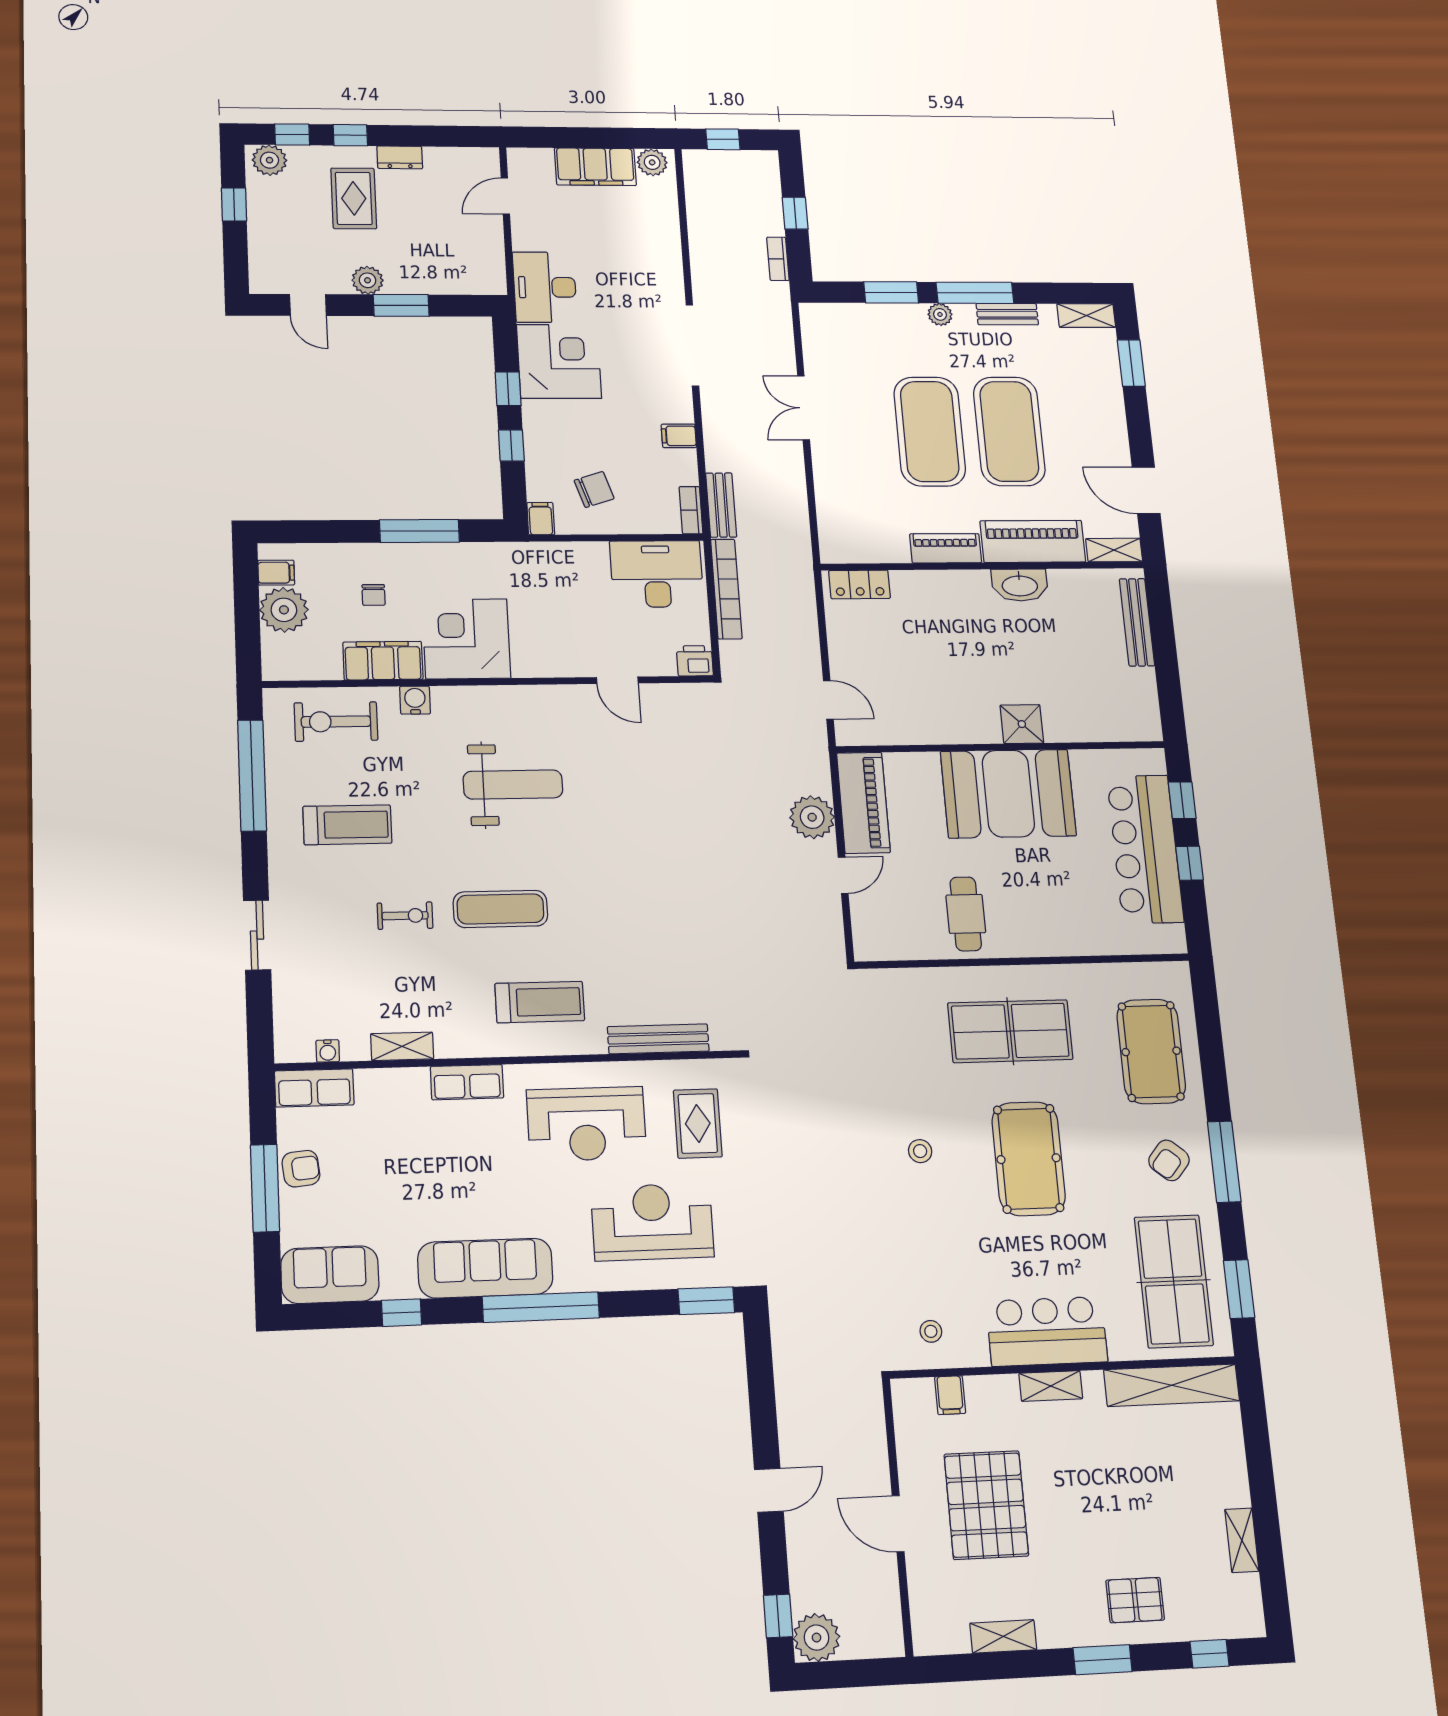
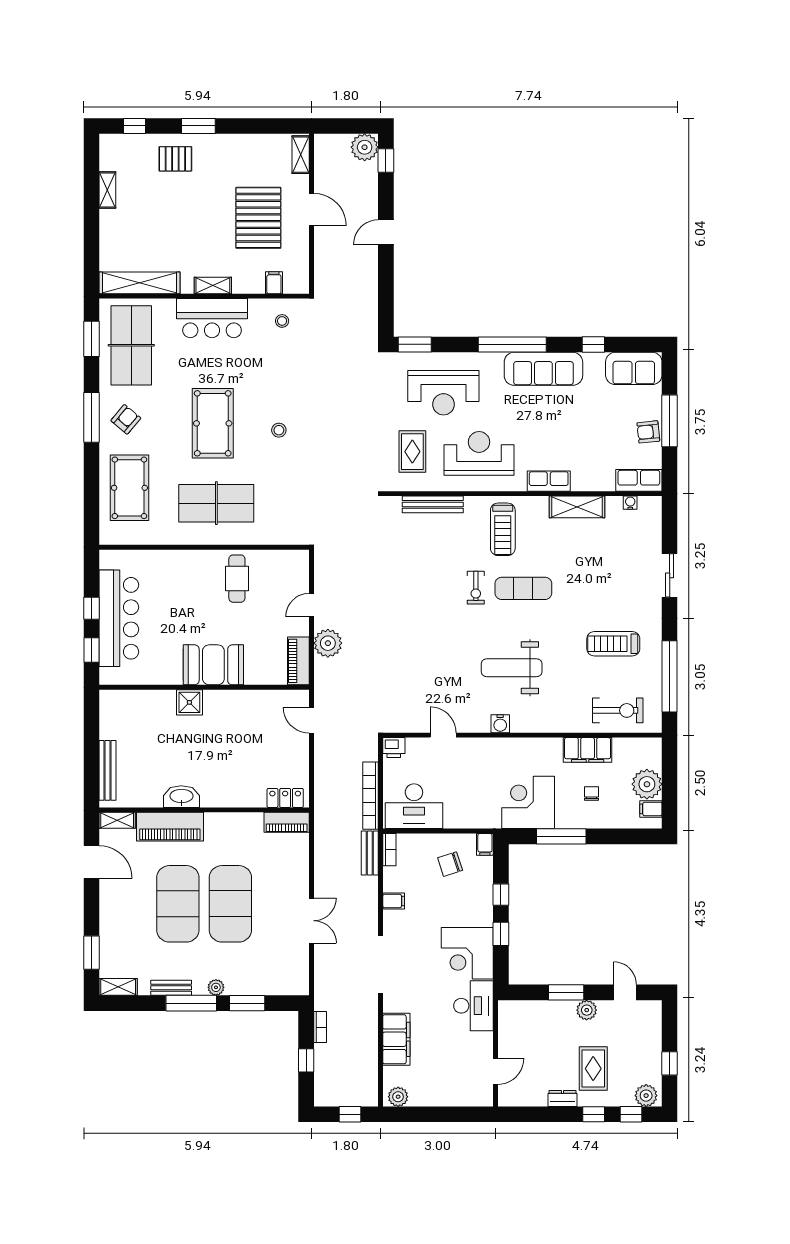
filing cabinet: (595, 167) -> (396, 1039), moved, turned 90
piano: (946, 548) -> (287, 822), moved
corner desk: (466, 639) -> (528, 802), moved, turned 180
water cooler: (415, 700) -> (500, 724), moved
booth: (1008, 794) -> (213, 665), width x0.73, depth x0.70
piano: (863, 803) -> (298, 661), width x0.73, depth x0.75
exercise bike: (405, 916) -> (476, 588), moved, turned -90
treadmill: (540, 1002) -> (503, 529), turned -90
shelving: (402, 1046) -> (577, 507), width x1.50, depth x1.33
shelving: (1003, 1636) -> (301, 155), moved, turned 90

